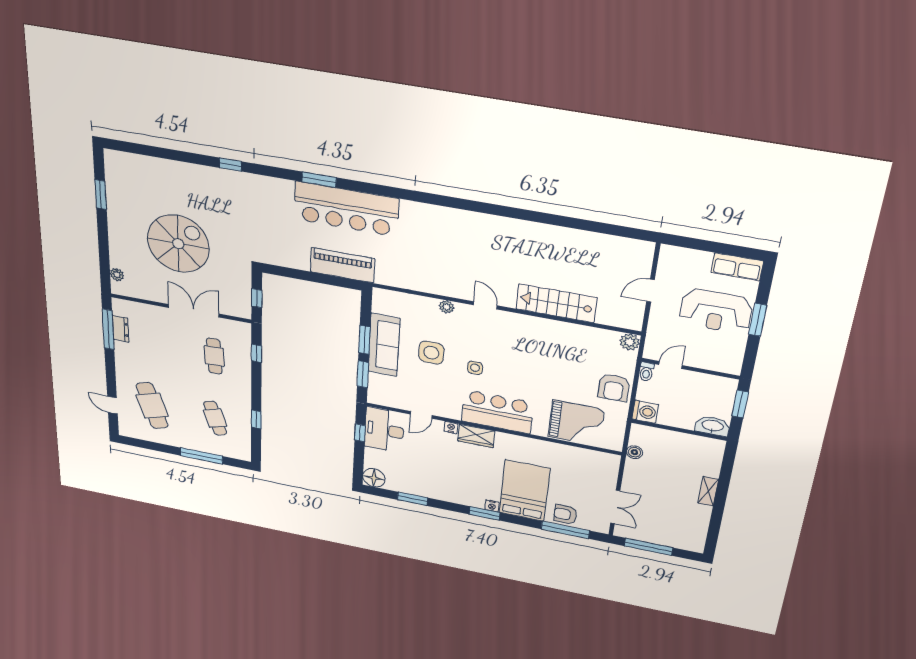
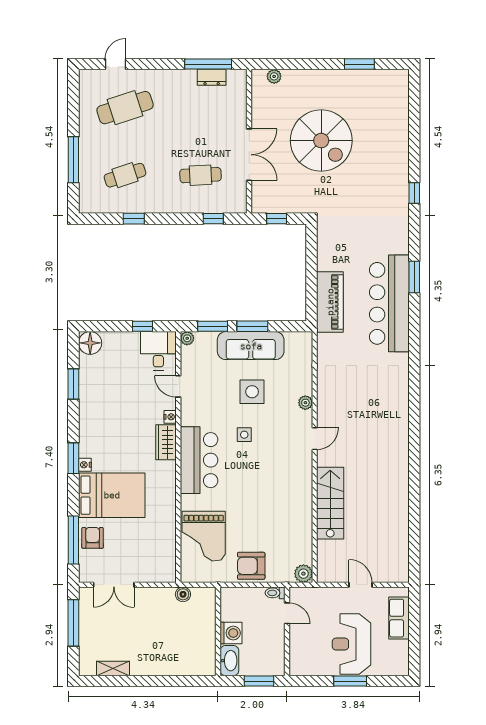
row of seats: (737, 267) -> (399, 618), moved
plant: (374, 398) -> (187, 338), added
washing machine: (645, 412) -> (231, 633), moved, turned -90
desk: (384, 430) -> (158, 351), width x0.73
shelving: (708, 491) -> (113, 669), moved

